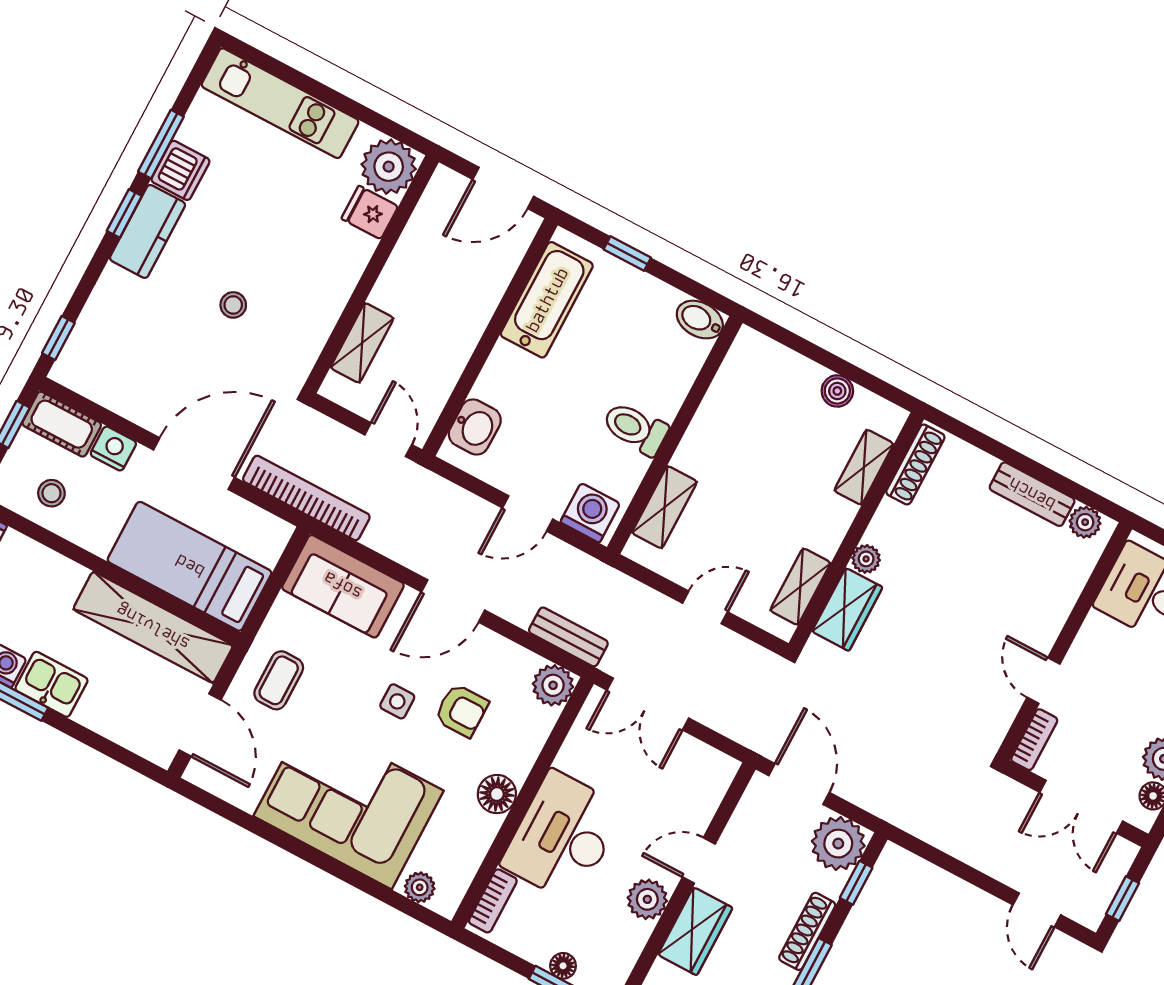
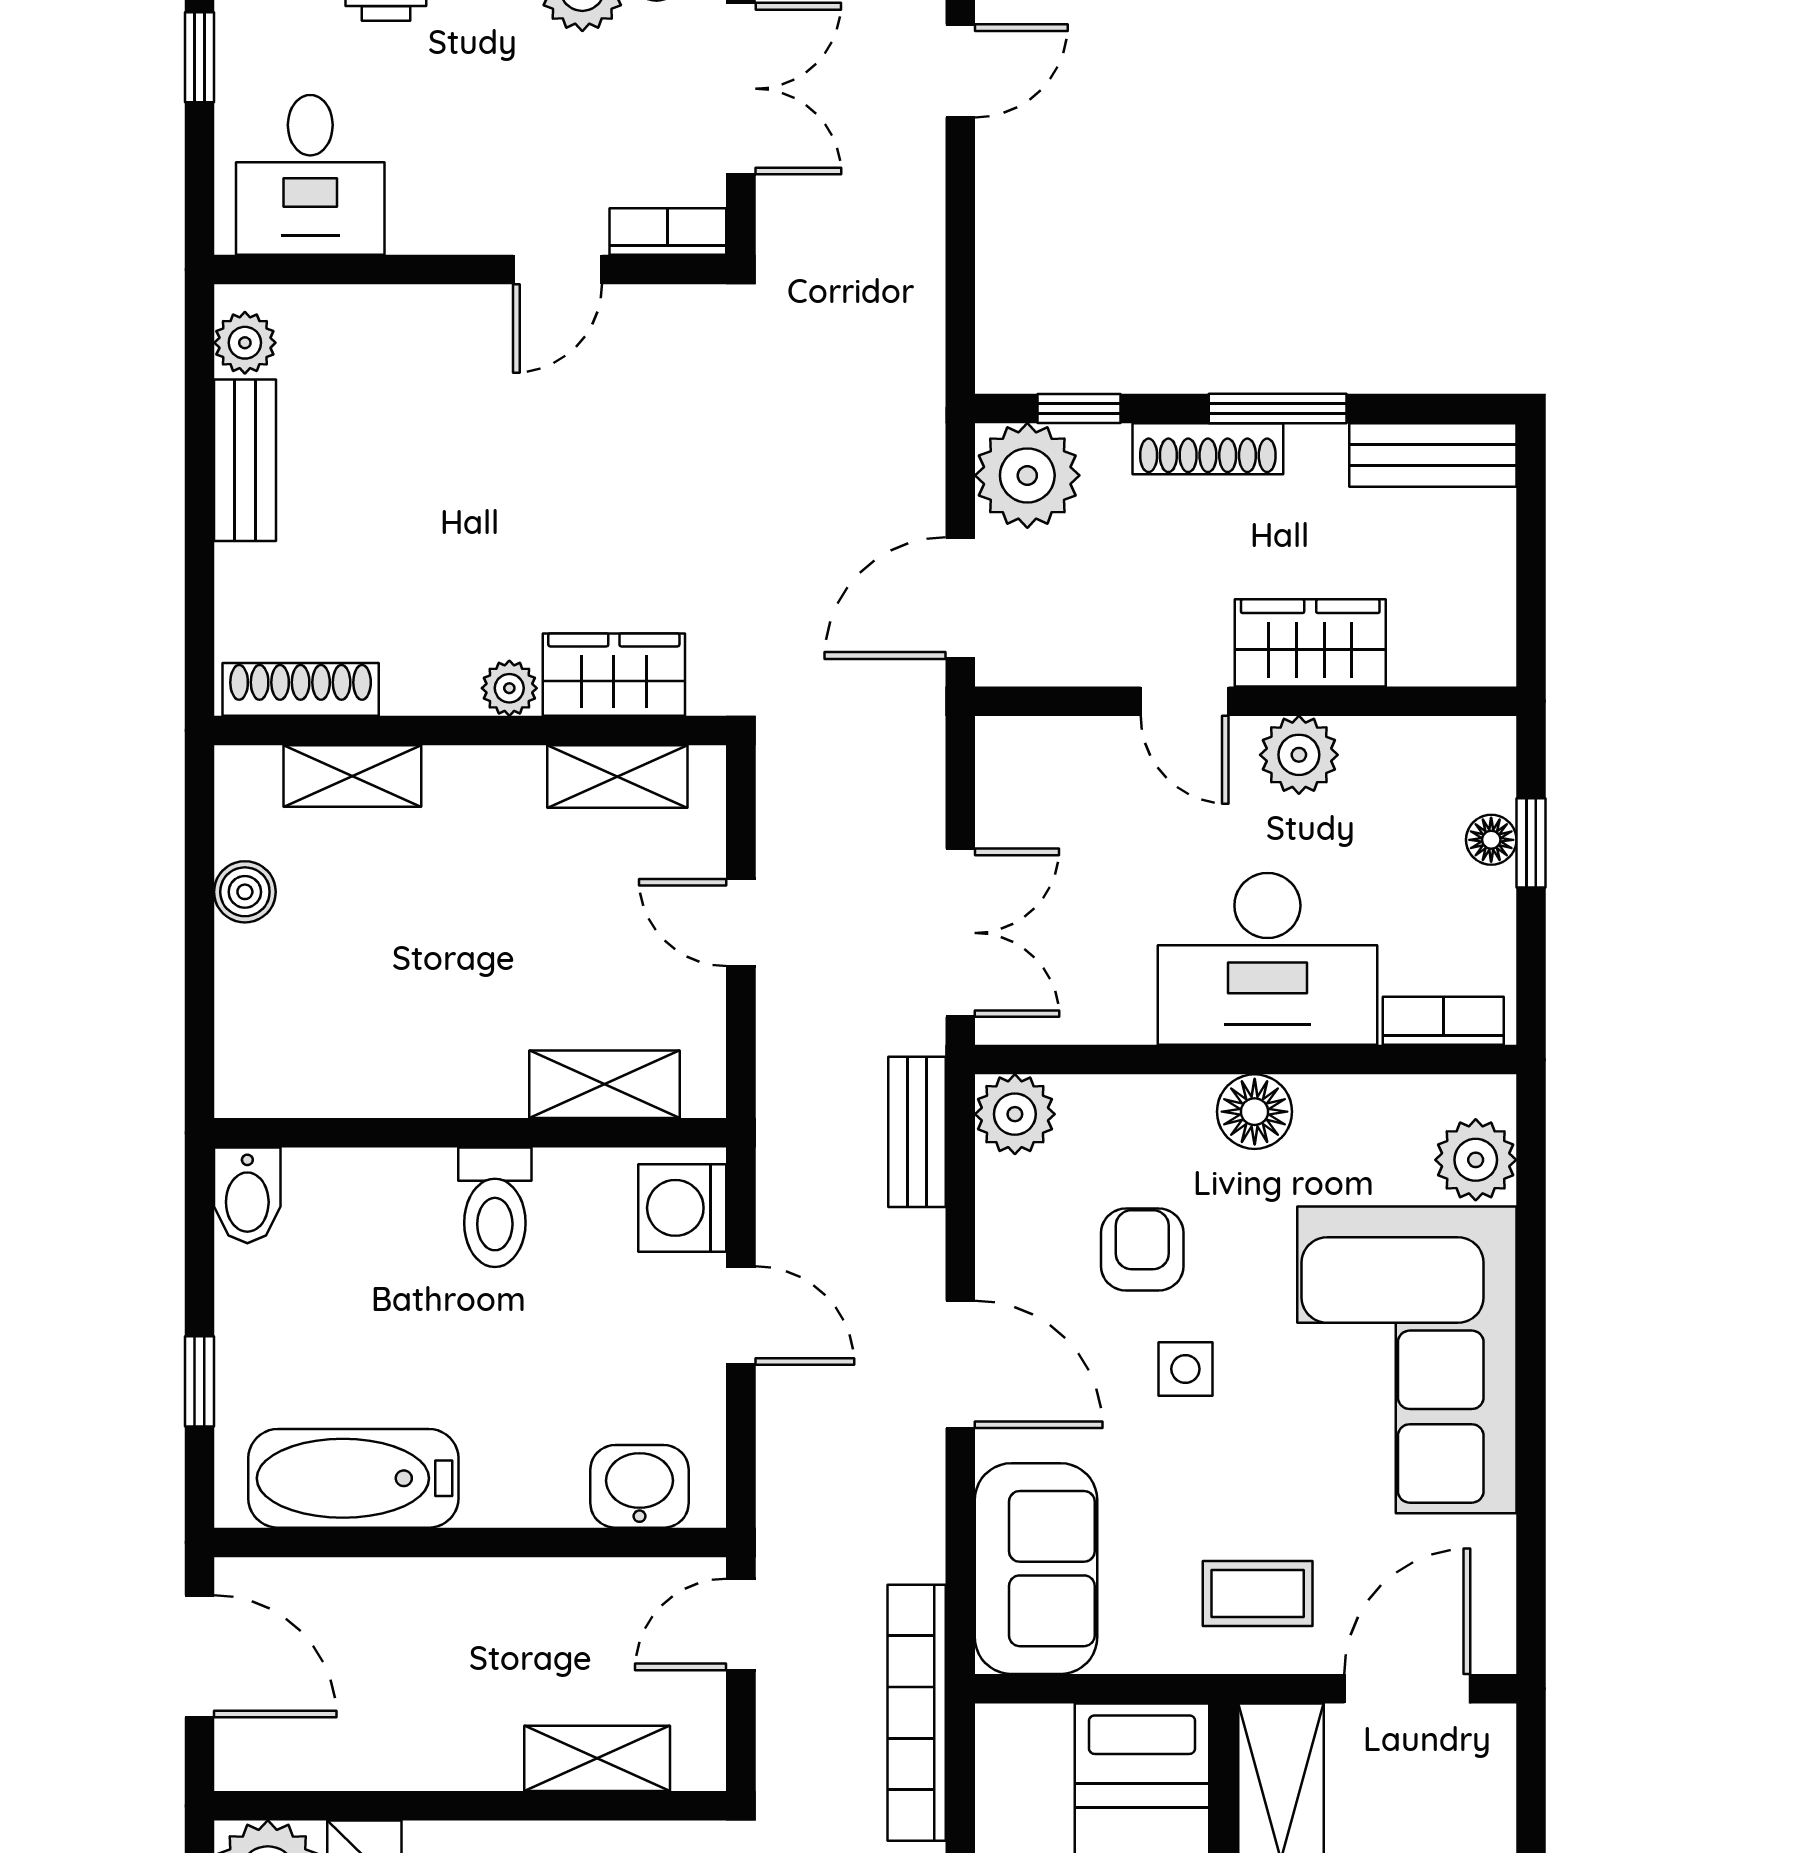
plant: (420, 887) -> (1476, 1160), width x1.38, depth x1.38

